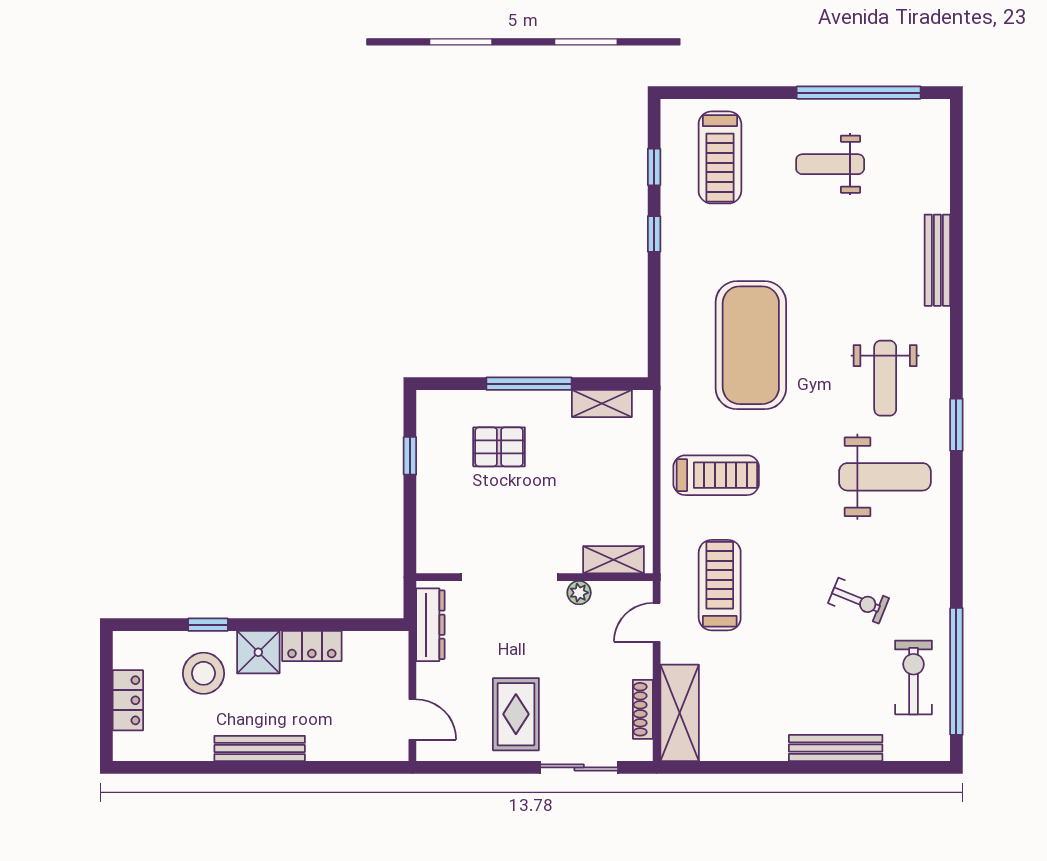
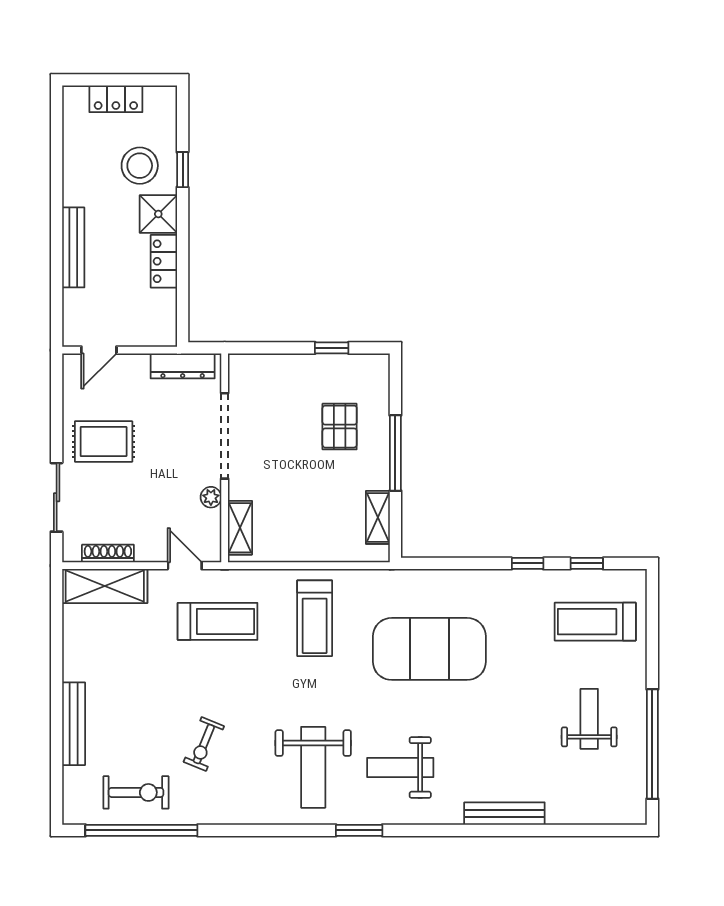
bench: (260, 748) -> (73, 247), moved

